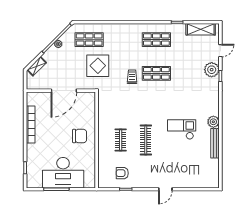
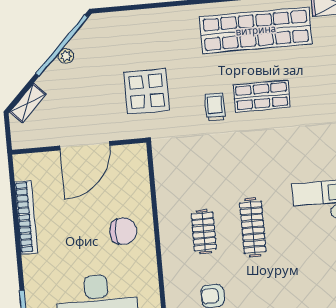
shop shelf: (89, 40) -> (125, 42), removed
shop shelf: (156, 40) -> (256, 30), width x2.00, depth x1.36

